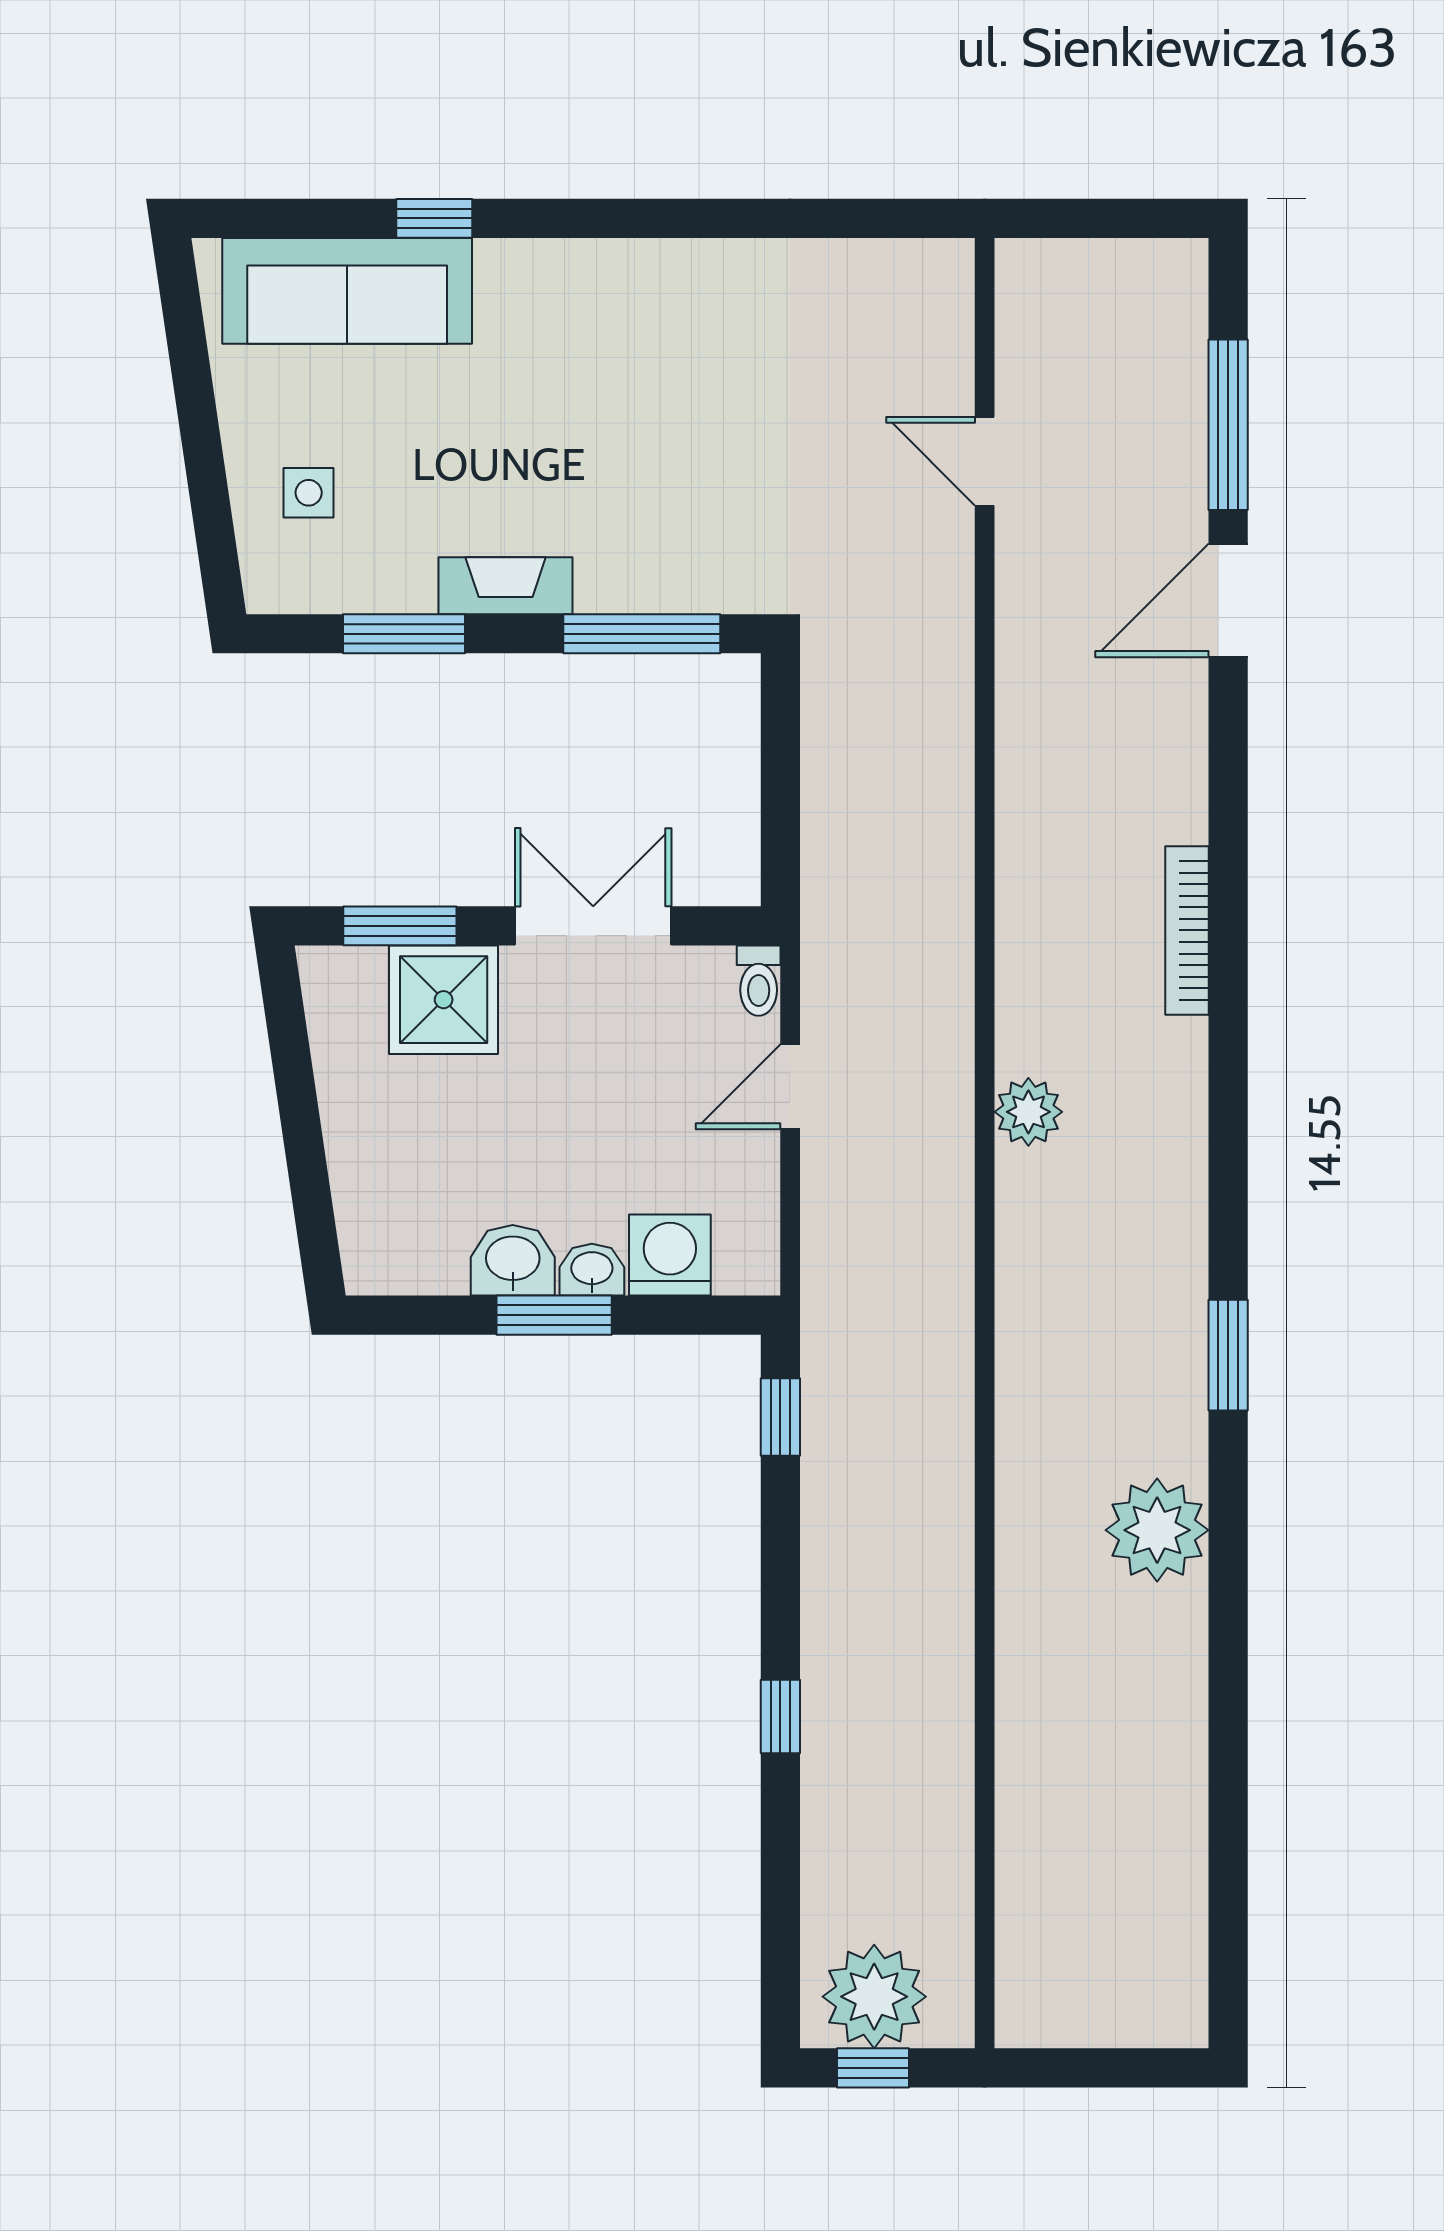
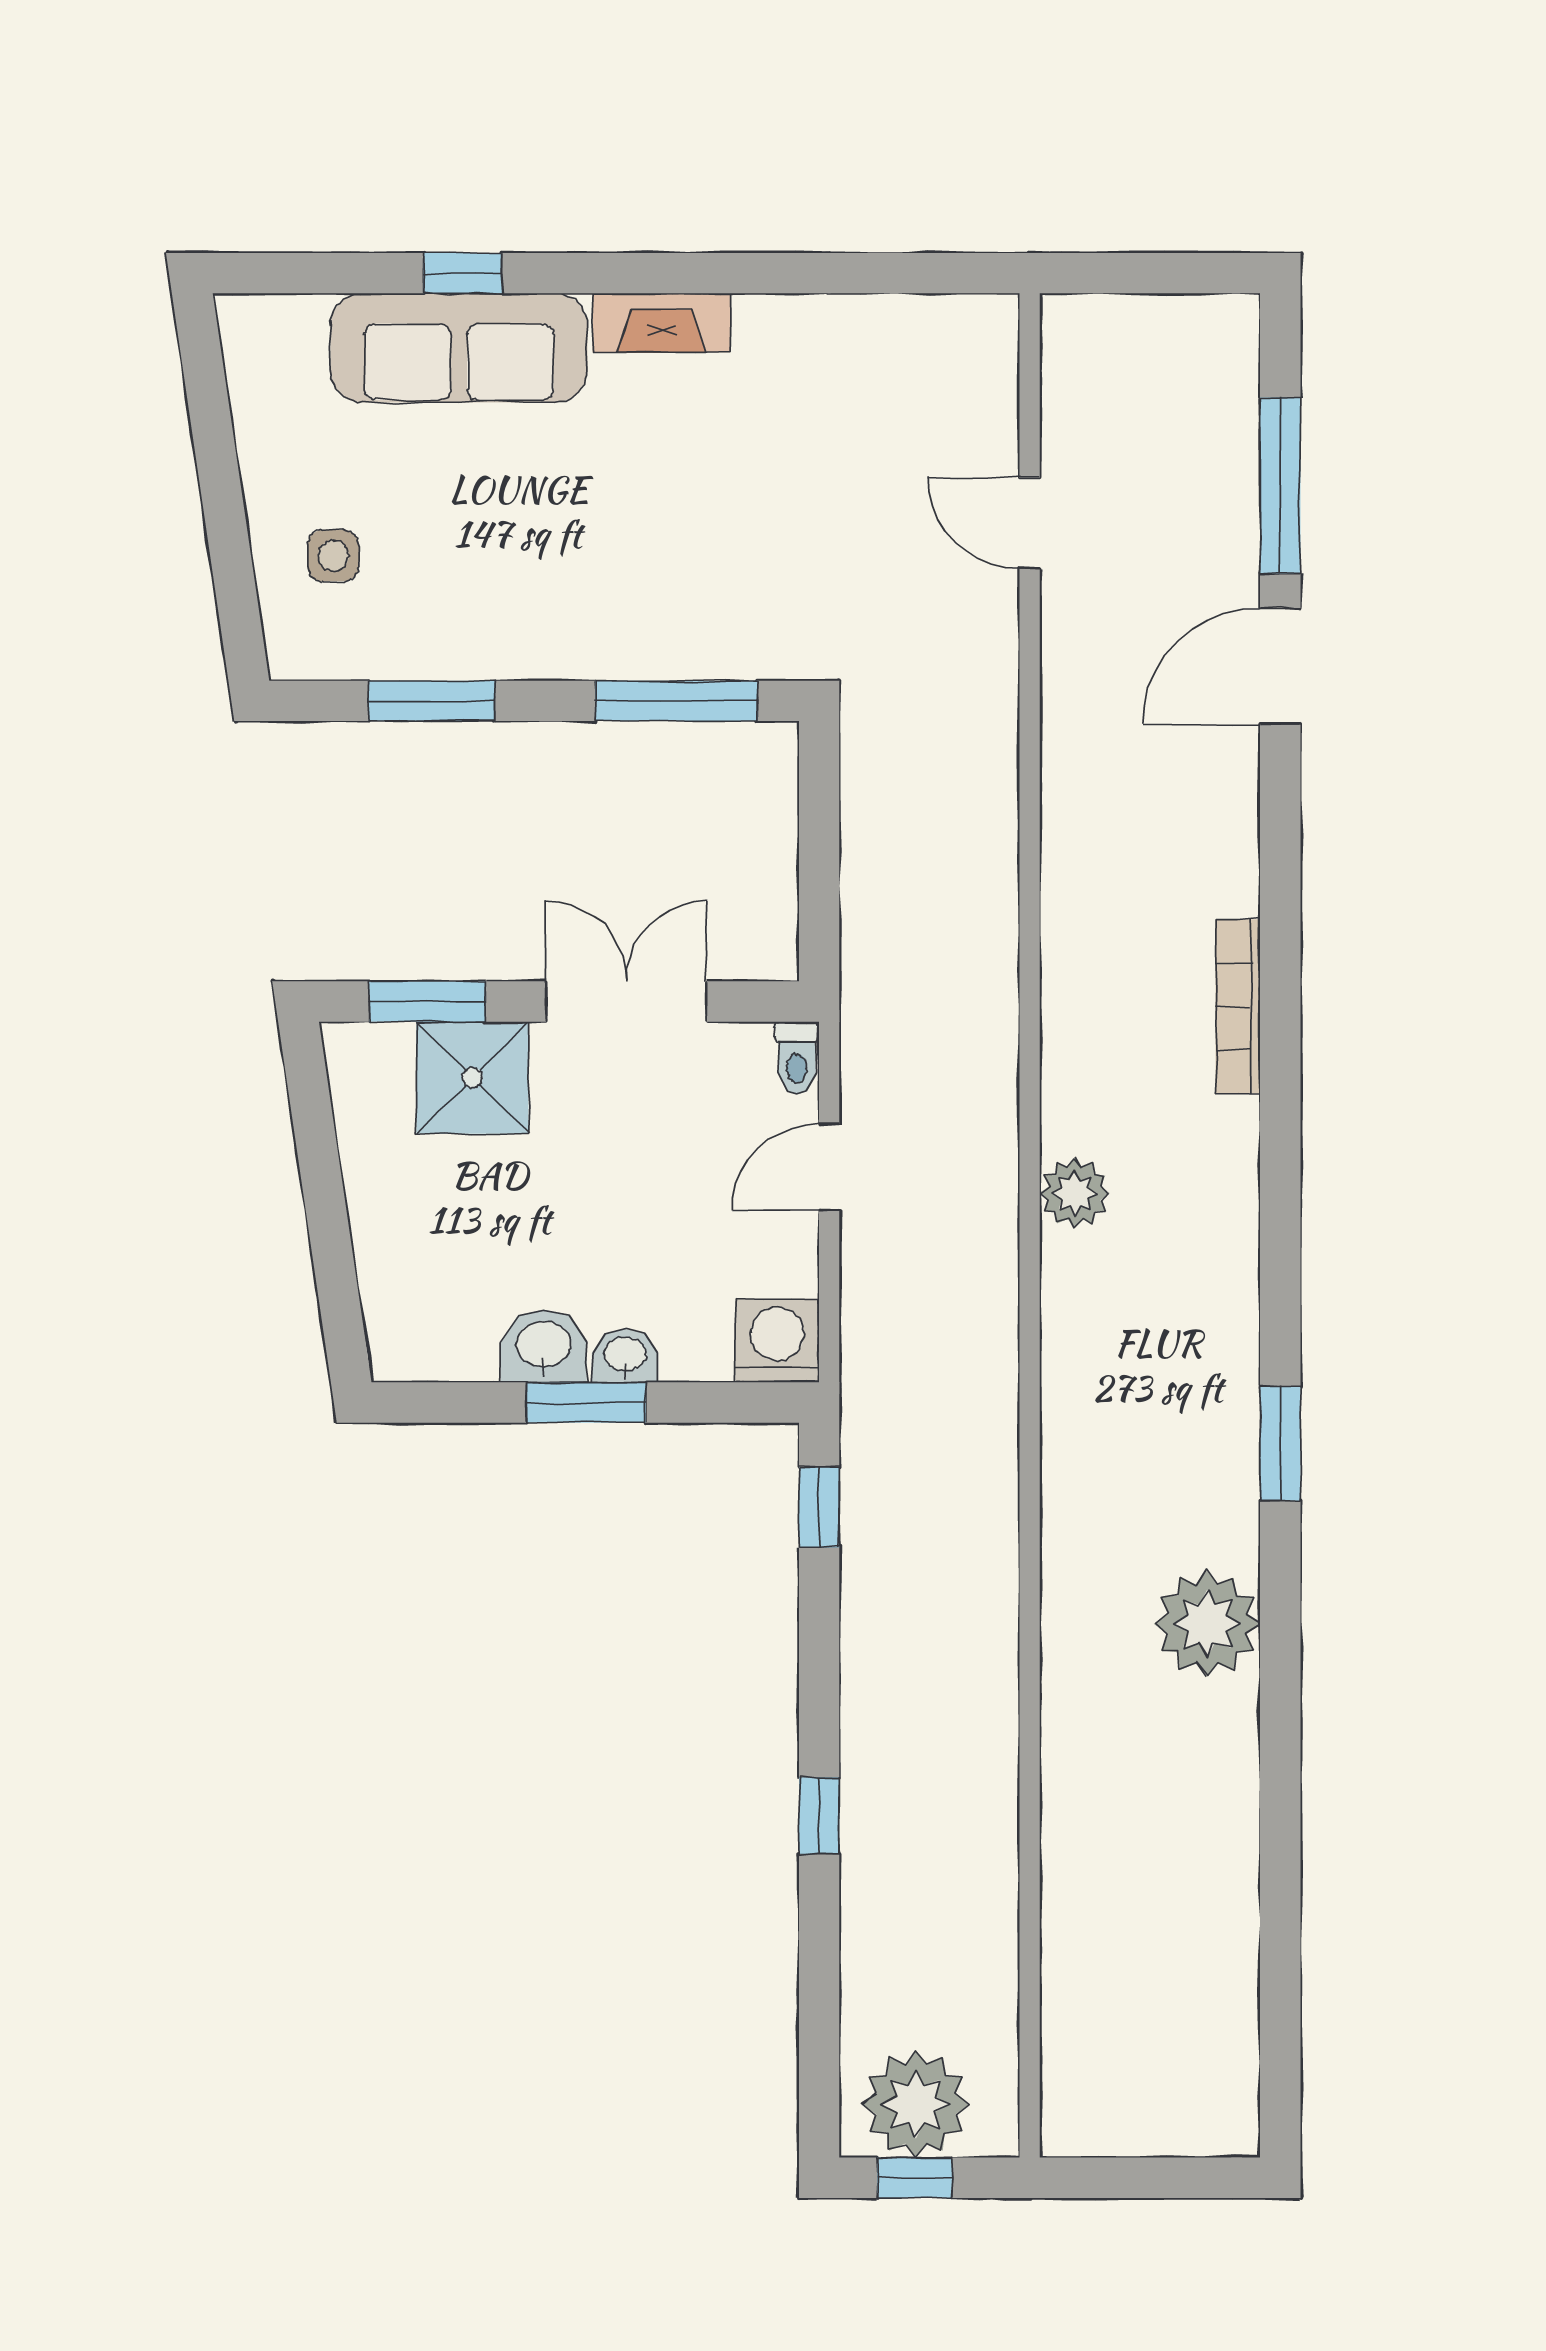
sofa: (347, 291) -> (459, 348), moved
fireplace: (506, 586) -> (661, 323), moved, turned 180
washing machine: (670, 1255) -> (777, 1341), moved

